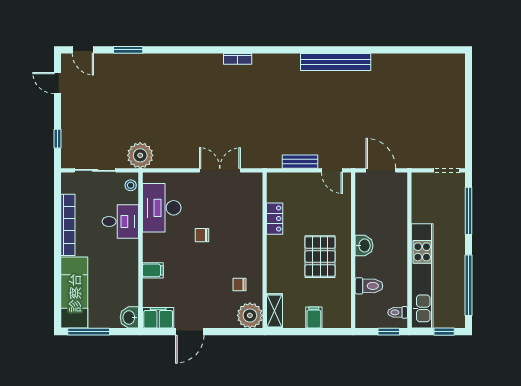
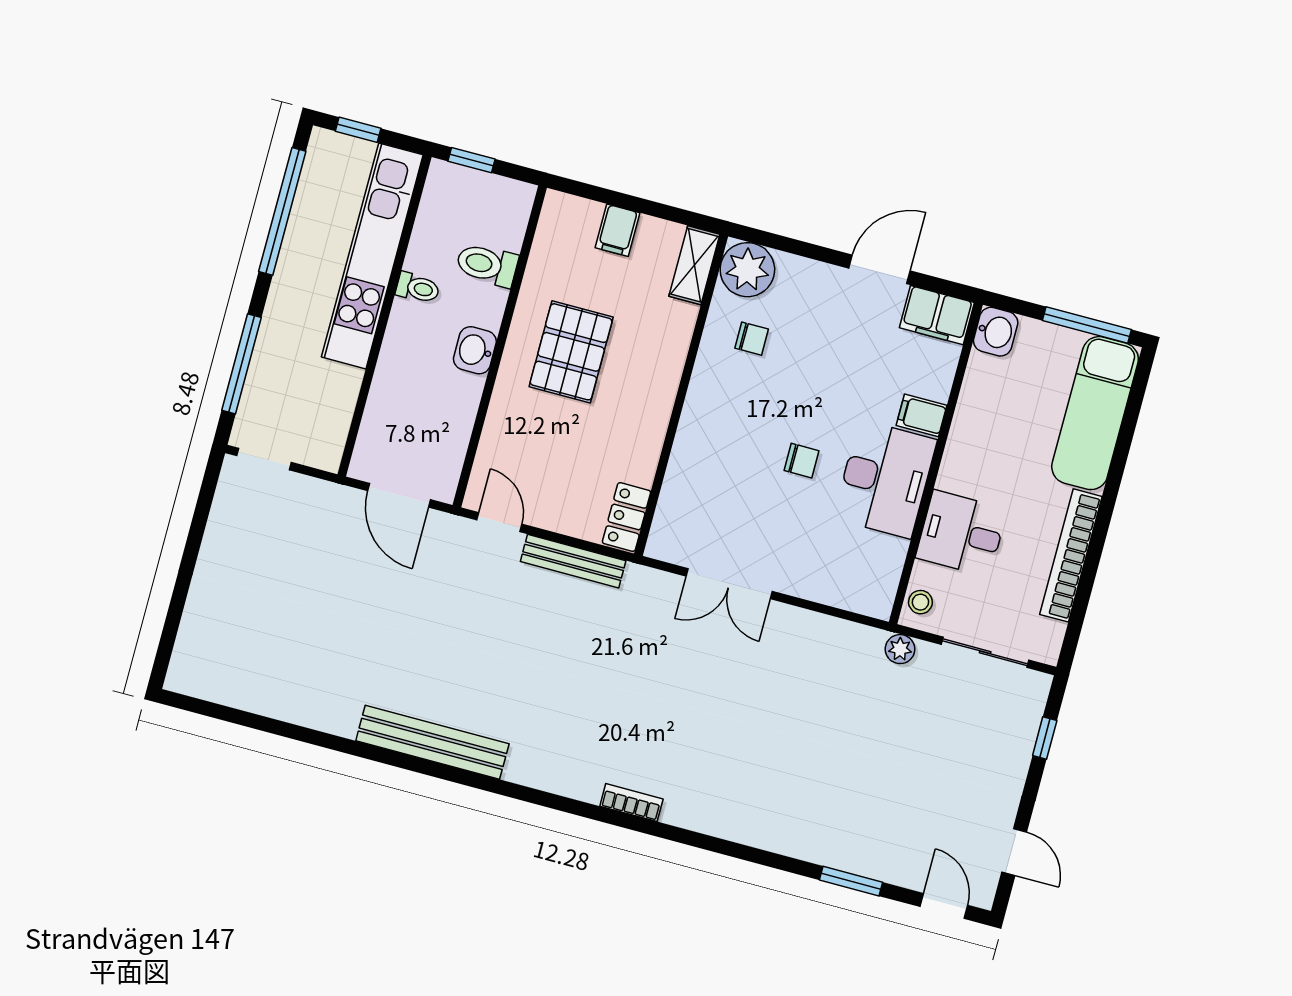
plant: (140, 155) -> (900, 649), width x0.53, depth x0.53
bench: (300, 162) -> (573, 561), width x1.36
desk: (162, 208) -> (885, 479), moved
locker: (275, 219) -> (626, 517), moved
toilet: (398, 312) -> (418, 288), moved

